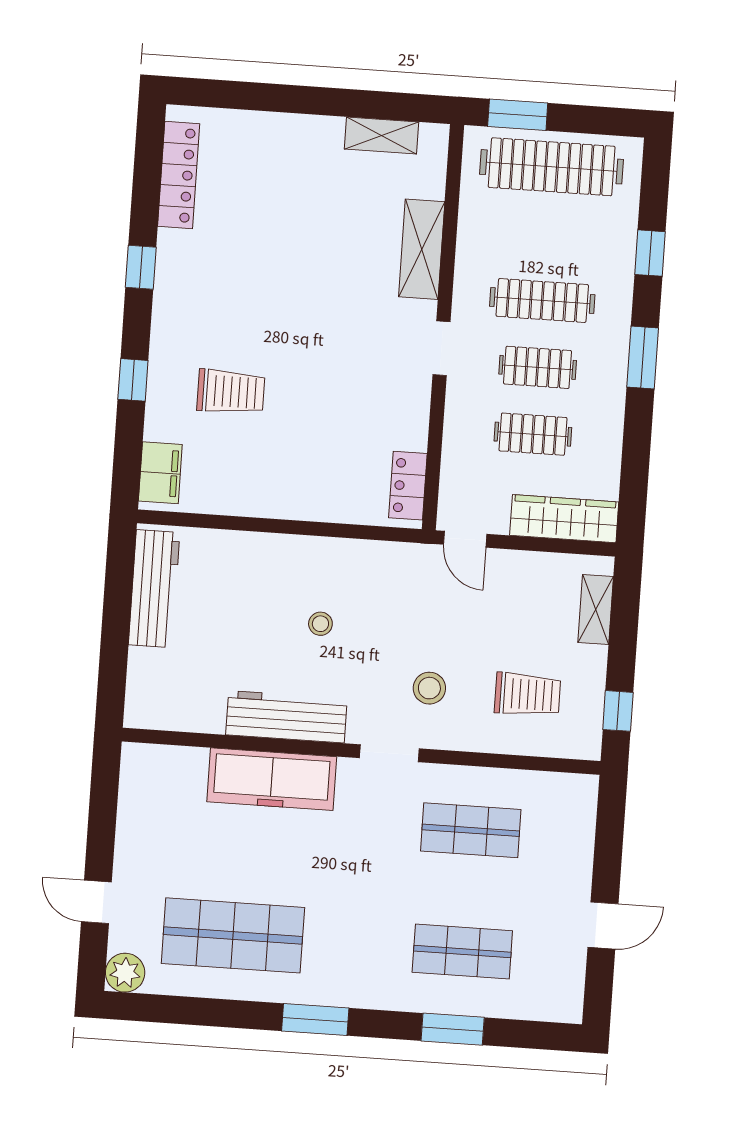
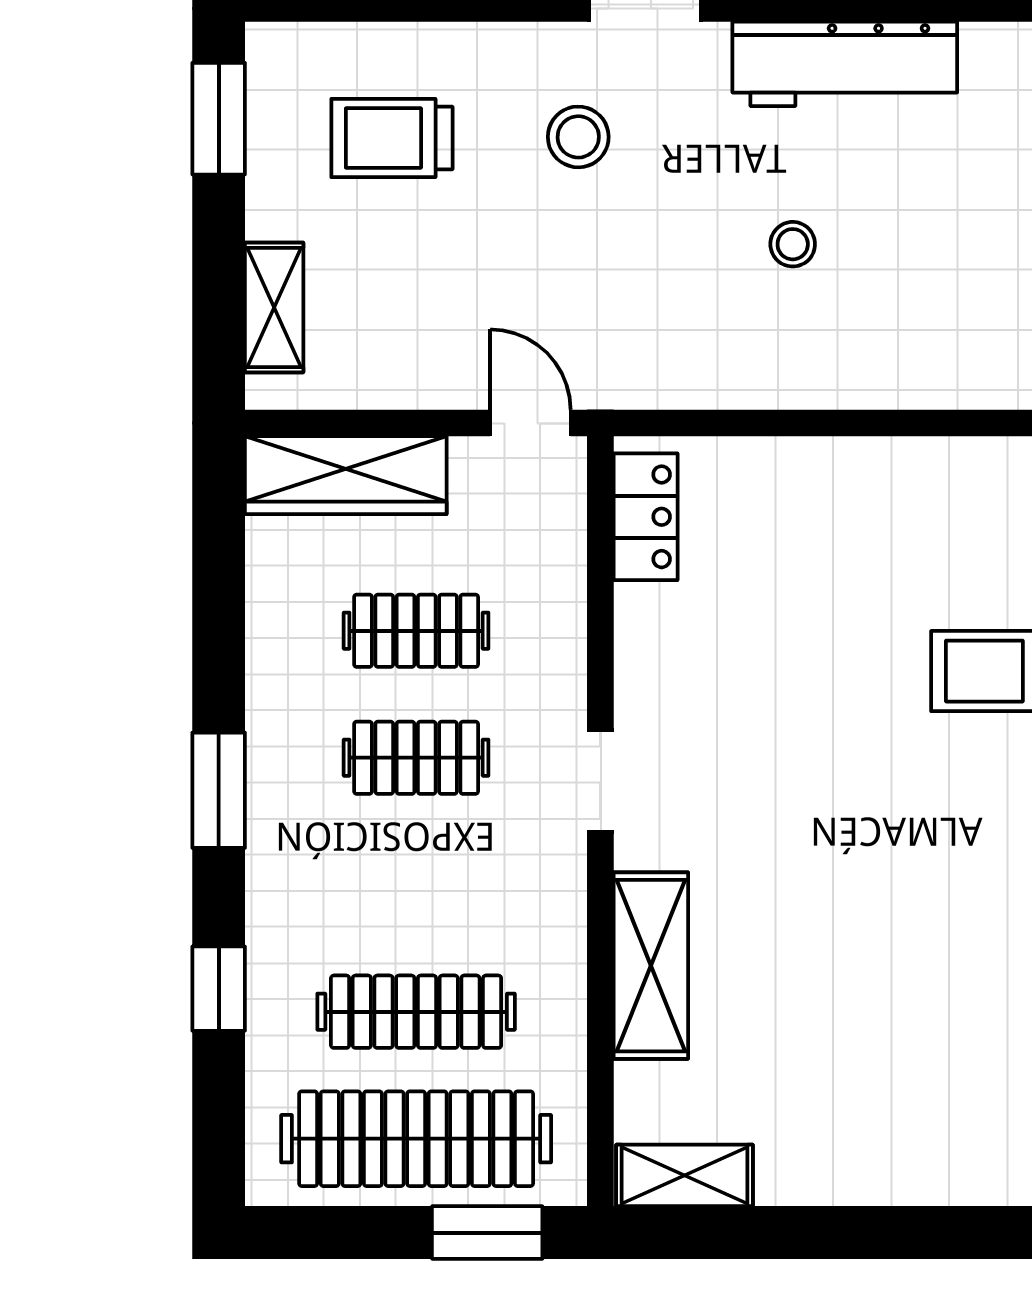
shelving: (381, 135) -> (684, 1175), moved
clothes rail: (542, 300) -> (416, 1012), moved
window: (618, 711) -> (219, 119), width x1.50

